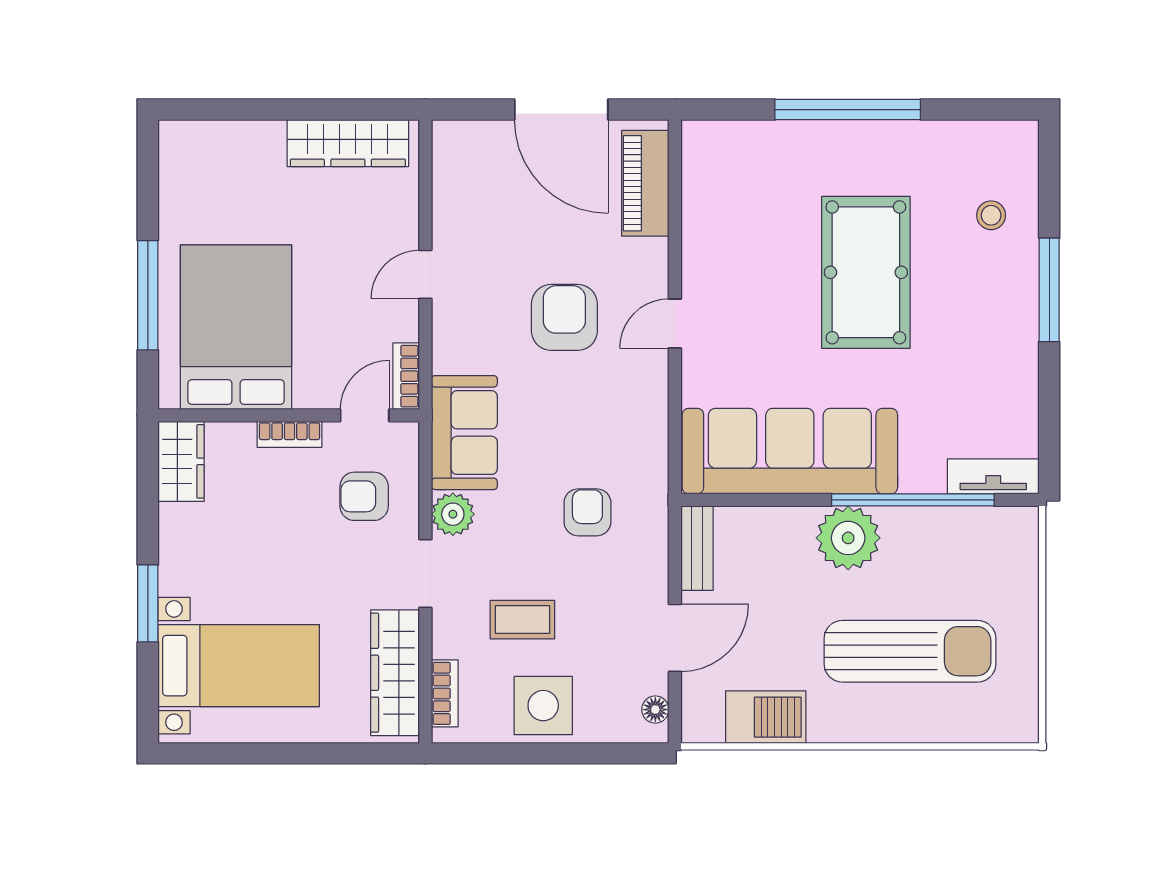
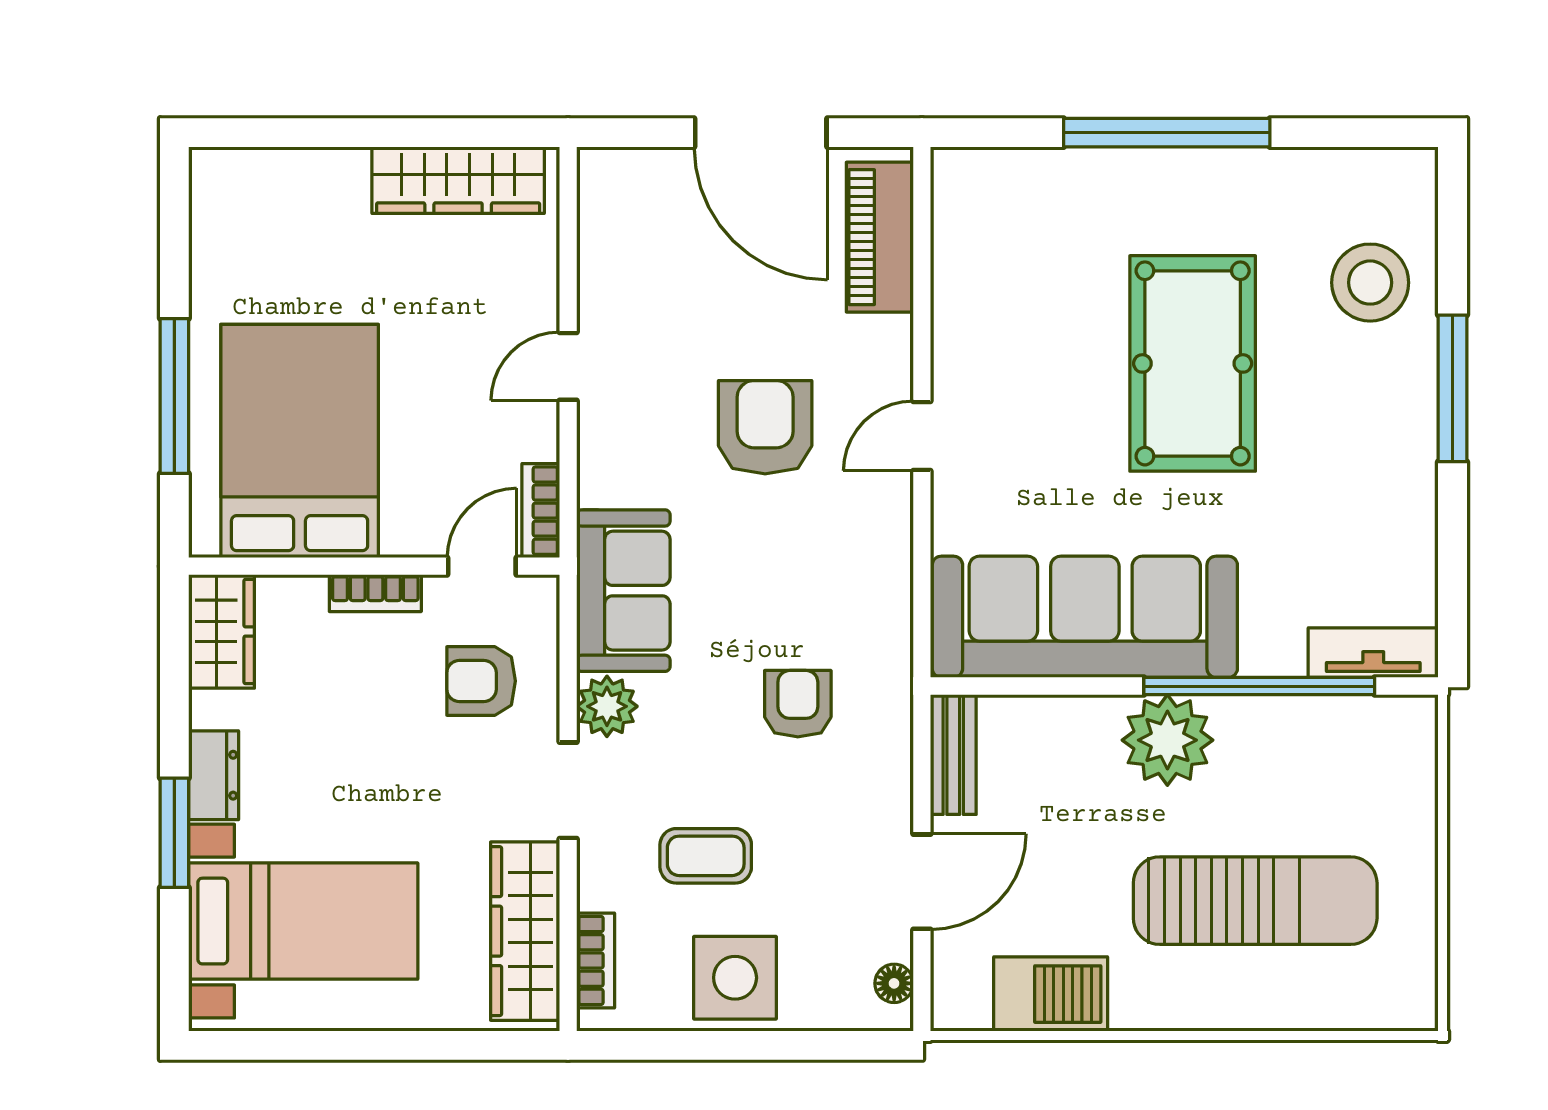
stool: (991, 215) -> (1370, 283), width x1.89, depth x1.89
dresser: (175, 563) -> (214, 775), added

